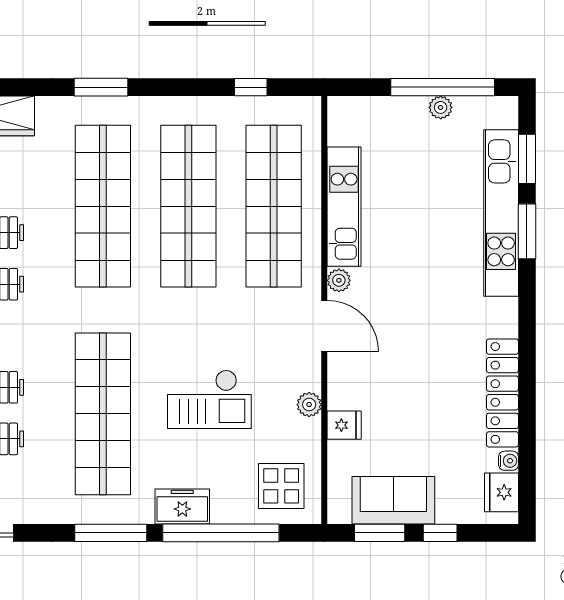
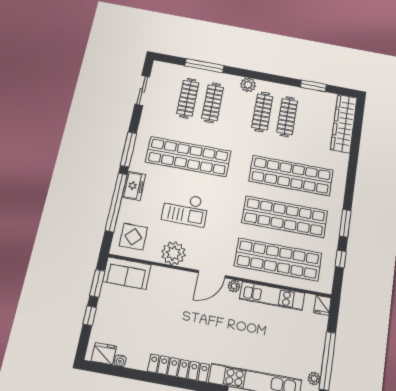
window: (101, 87) -> (345, 223), moved
plant: (441, 107) -> (314, 378), moved
locker: (502, 393) -> (178, 368), moved
checkout: (209, 399) -> (185, 209), turned -90
plant: (309, 405) -> (173, 253), width x1.88, depth x1.88
fridge: (344, 425) -> (322, 305), moved
sofa: (393, 500) -> (127, 273), moved, turned 90

